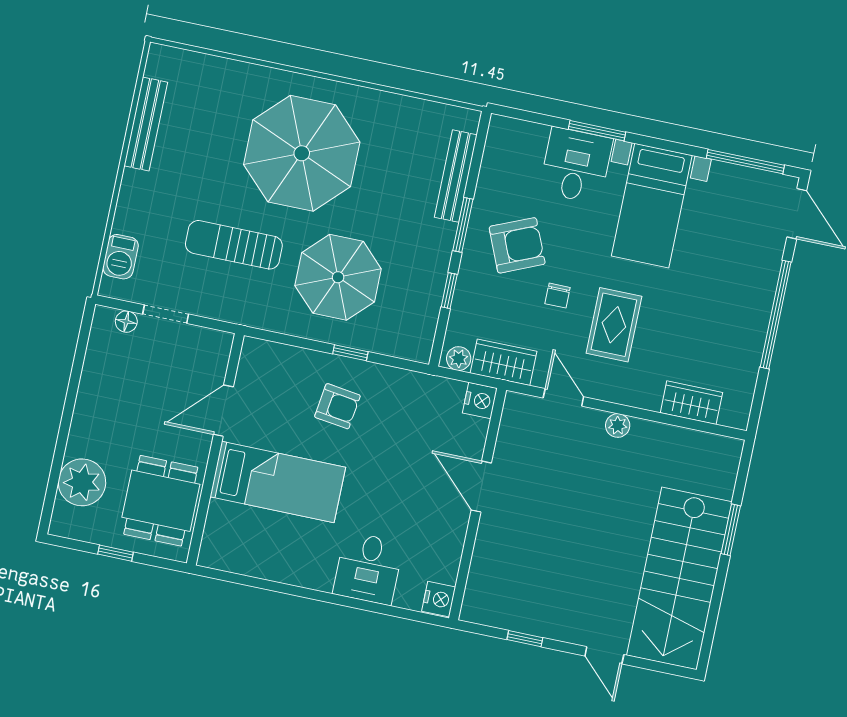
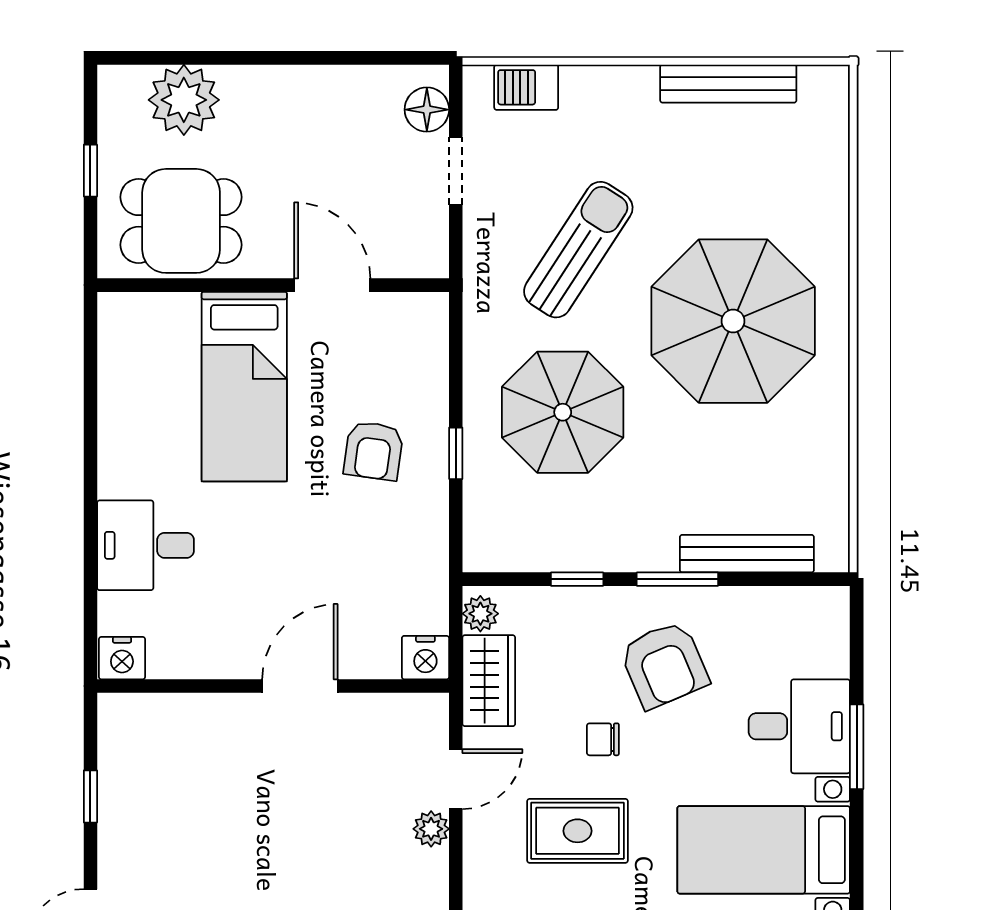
sun lounger: (234, 245) -> (578, 250), turned 33
floor lamp: (126, 322) -> (427, 110), width x1.37, depth x1.37
plant: (618, 425) -> (431, 829), moved

